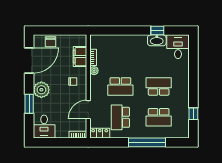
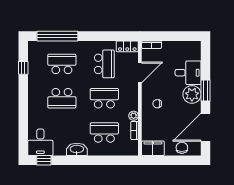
window: (157, 30) -> (44, 160), moved
washbasin: (157, 40) -> (77, 149), moved
school desk: (120, 55) -> (104, 133), added
filing cabinet: (80, 57) -> (153, 148), moved, turned -90
window: (29, 104) -> (206, 90), moved
desk: (44, 127) -> (188, 73), moved, turned 90
window: (147, 142) -> (57, 36), moved

